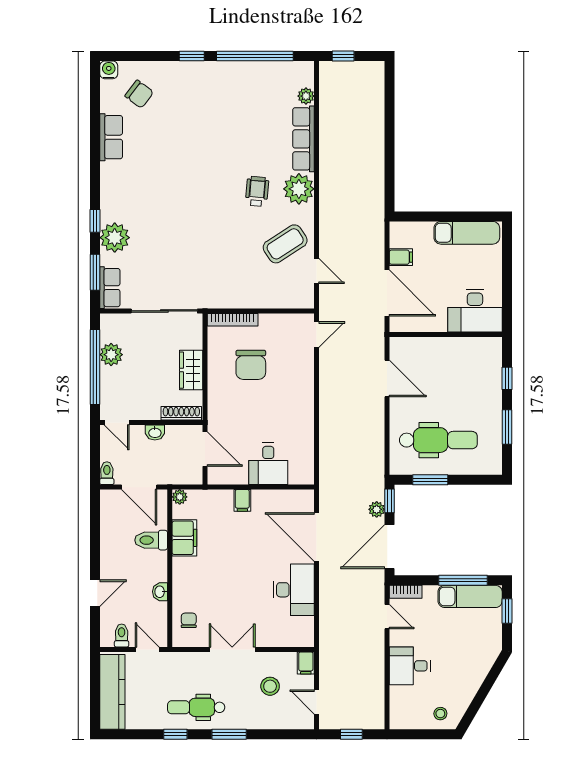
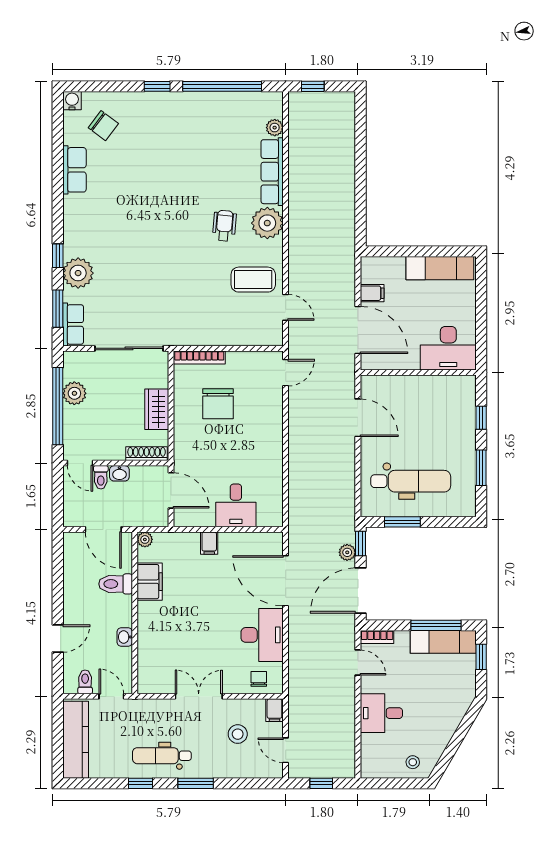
coffee table: (285, 244) -> (253, 280), turned 33
toilet: (107, 473) -> (101, 477), moved, turned 180
chair: (189, 620) -> (259, 679), moved

